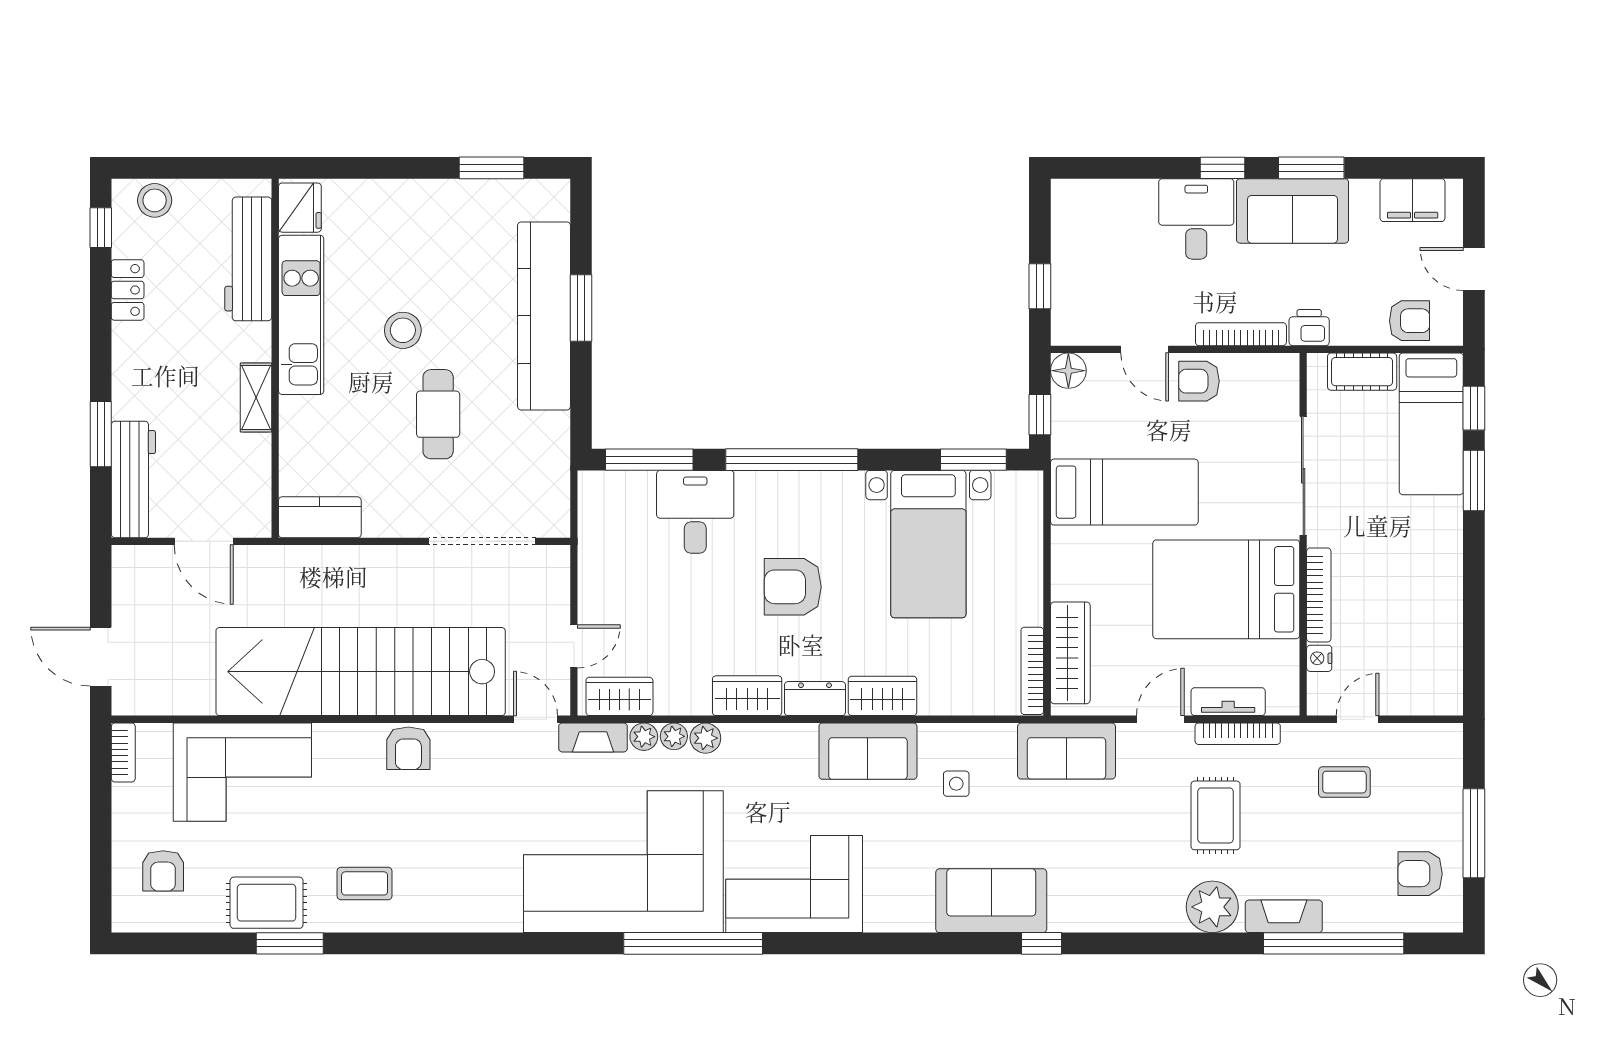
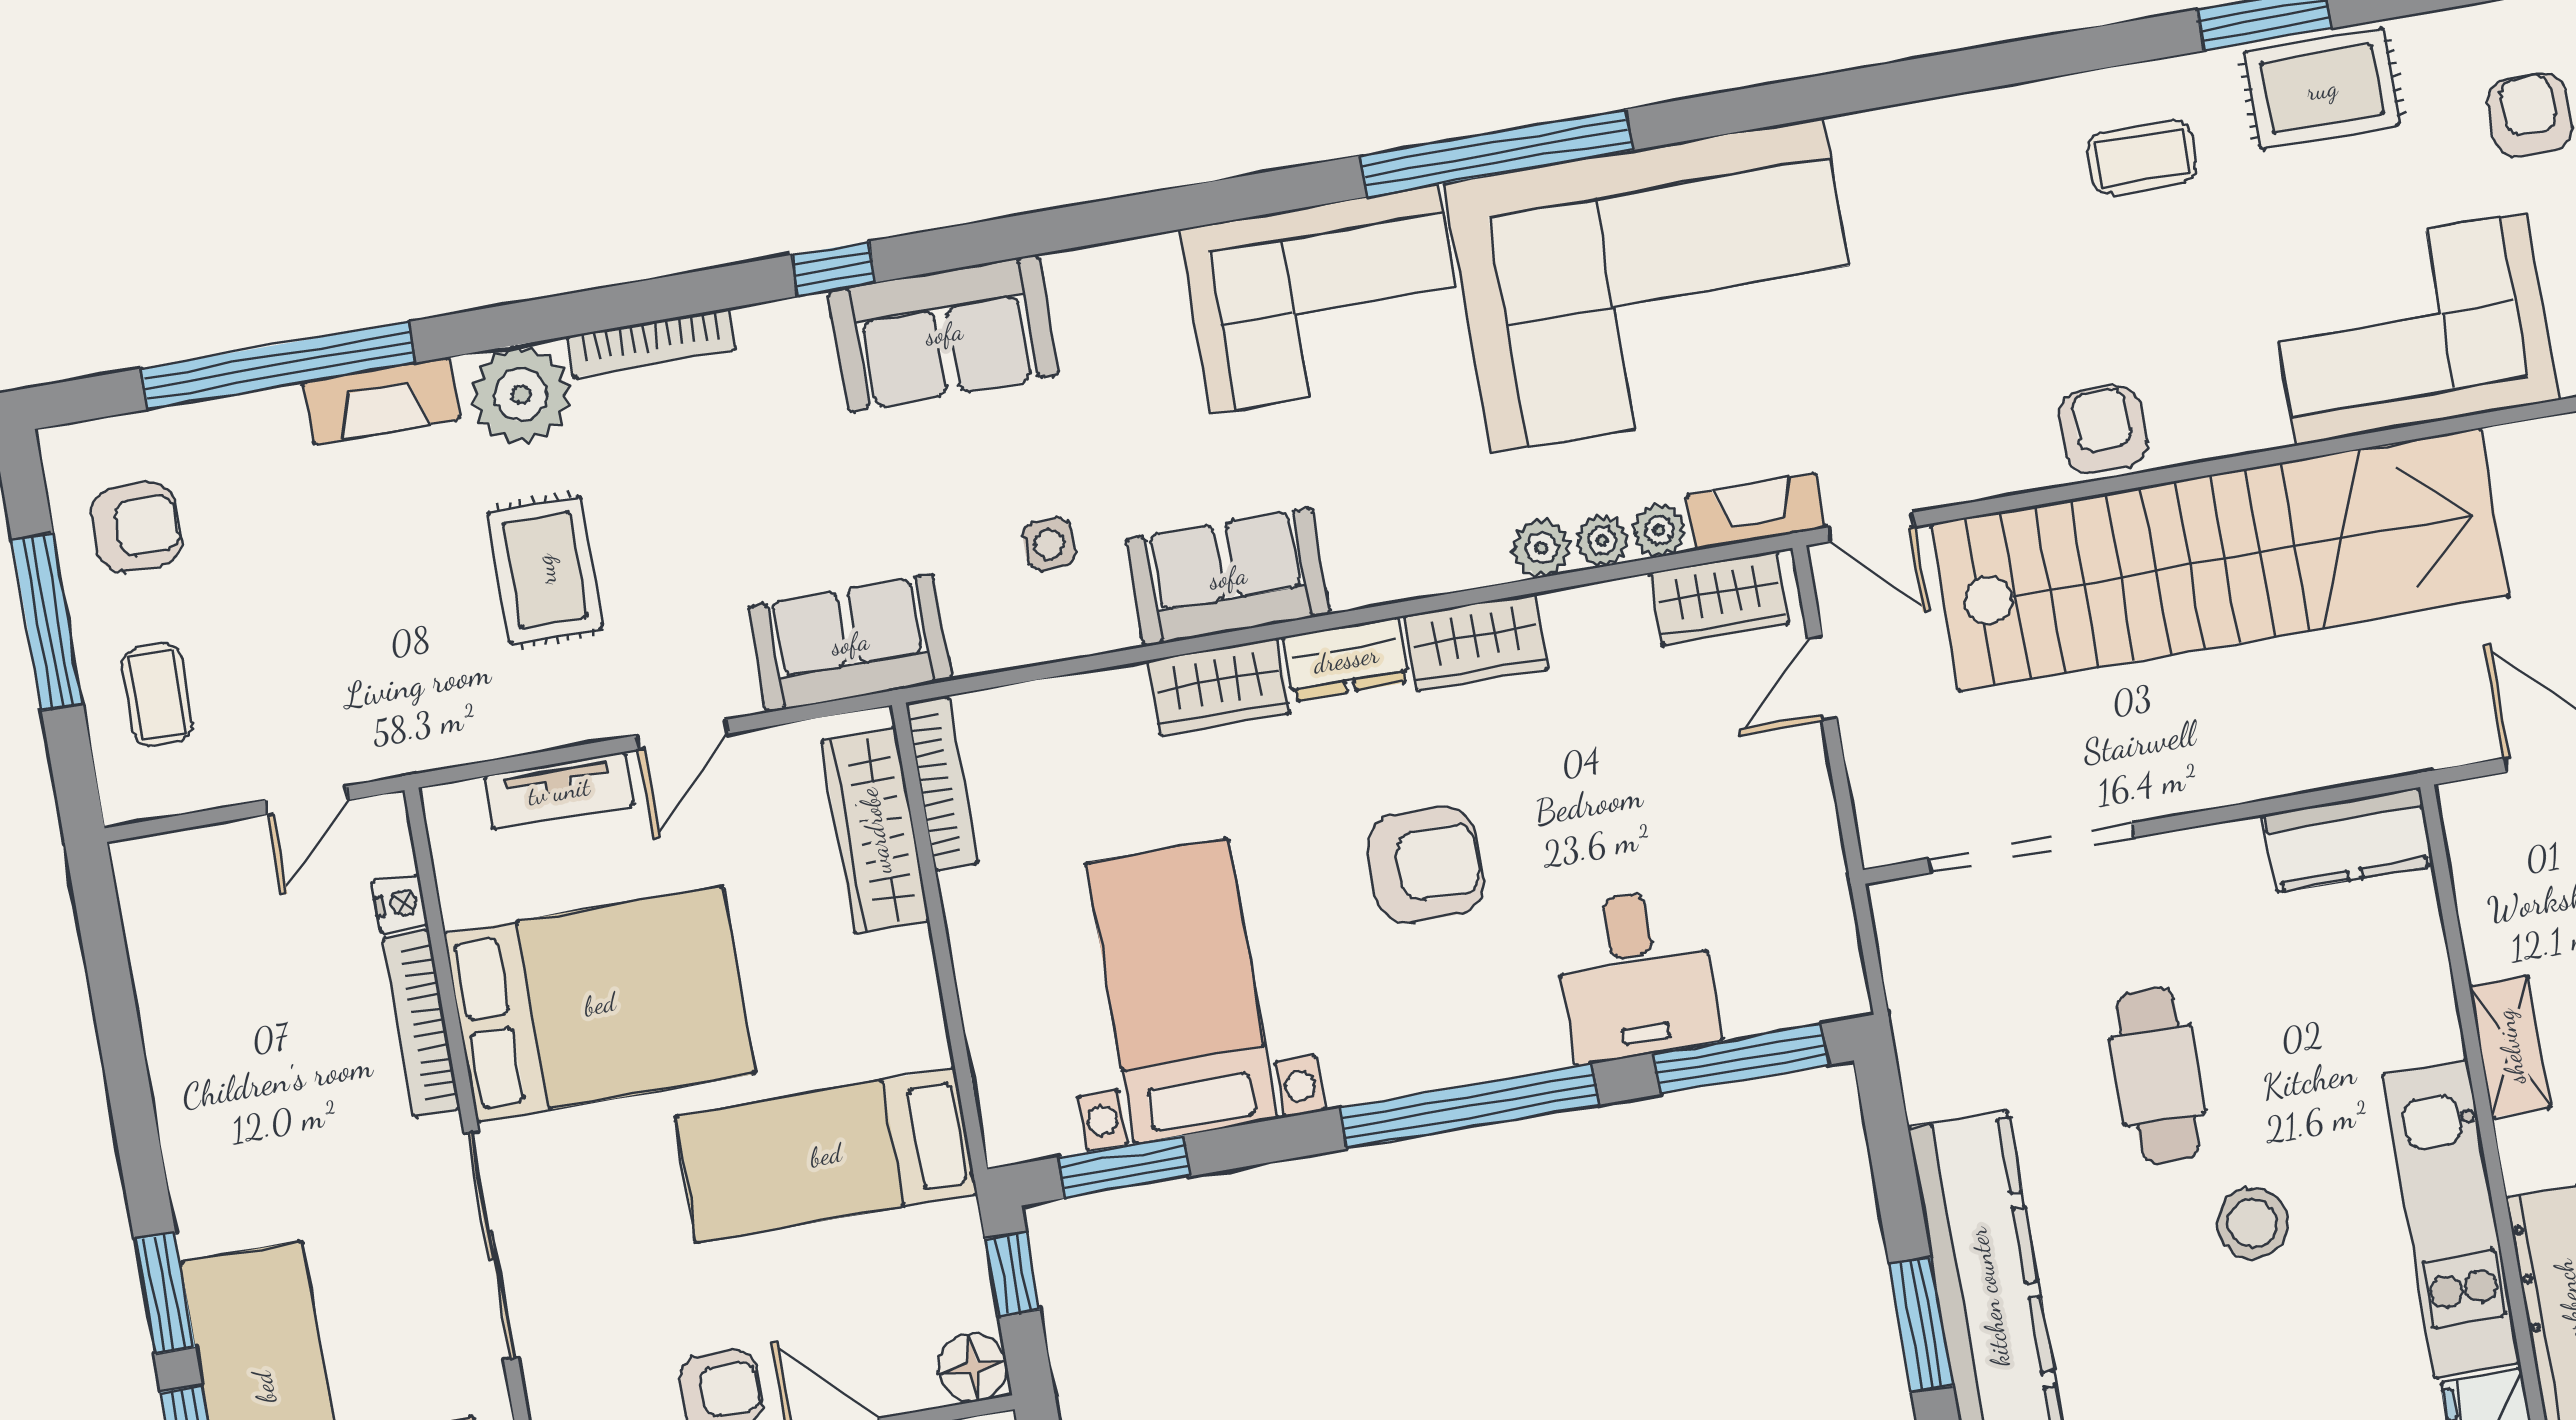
bookcase: (1238, 734) -> (652, 343), moved, turned 180
coffee table: (1344, 782) -> (158, 695), moved, turned 90

